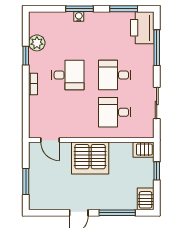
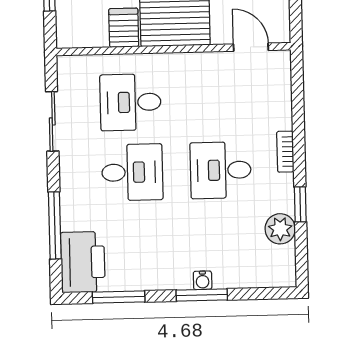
desk: (115, 112) -> (131, 102), turned 180
server rack: (144, 150) -> (124, 28), moved, turned -90

